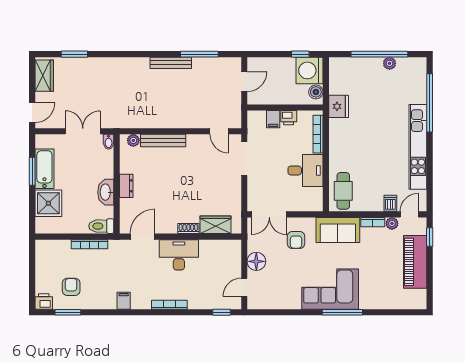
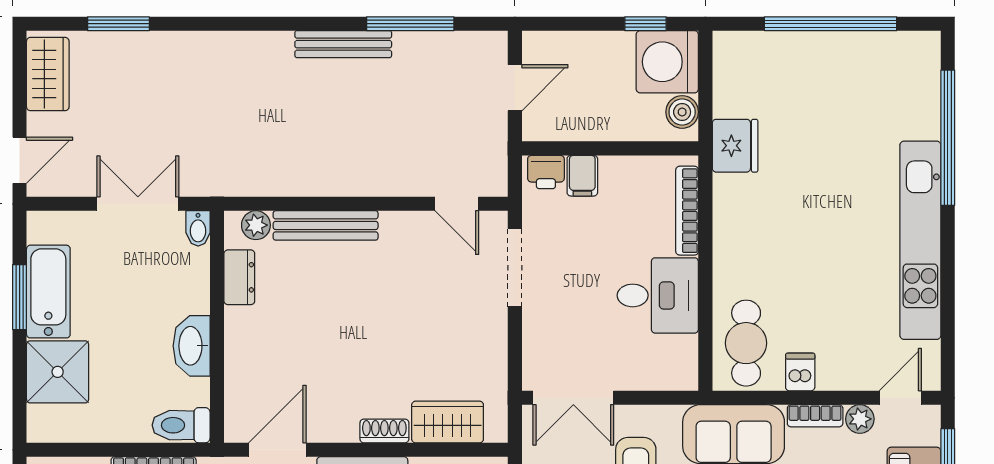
plant: (390, 63) -> (854, 45), removed
printer: (289, 118) -> (546, 172), moved
dresser: (126, 186) -> (239, 277), moved
dishwasher: (390, 203) -> (800, 372), moved

